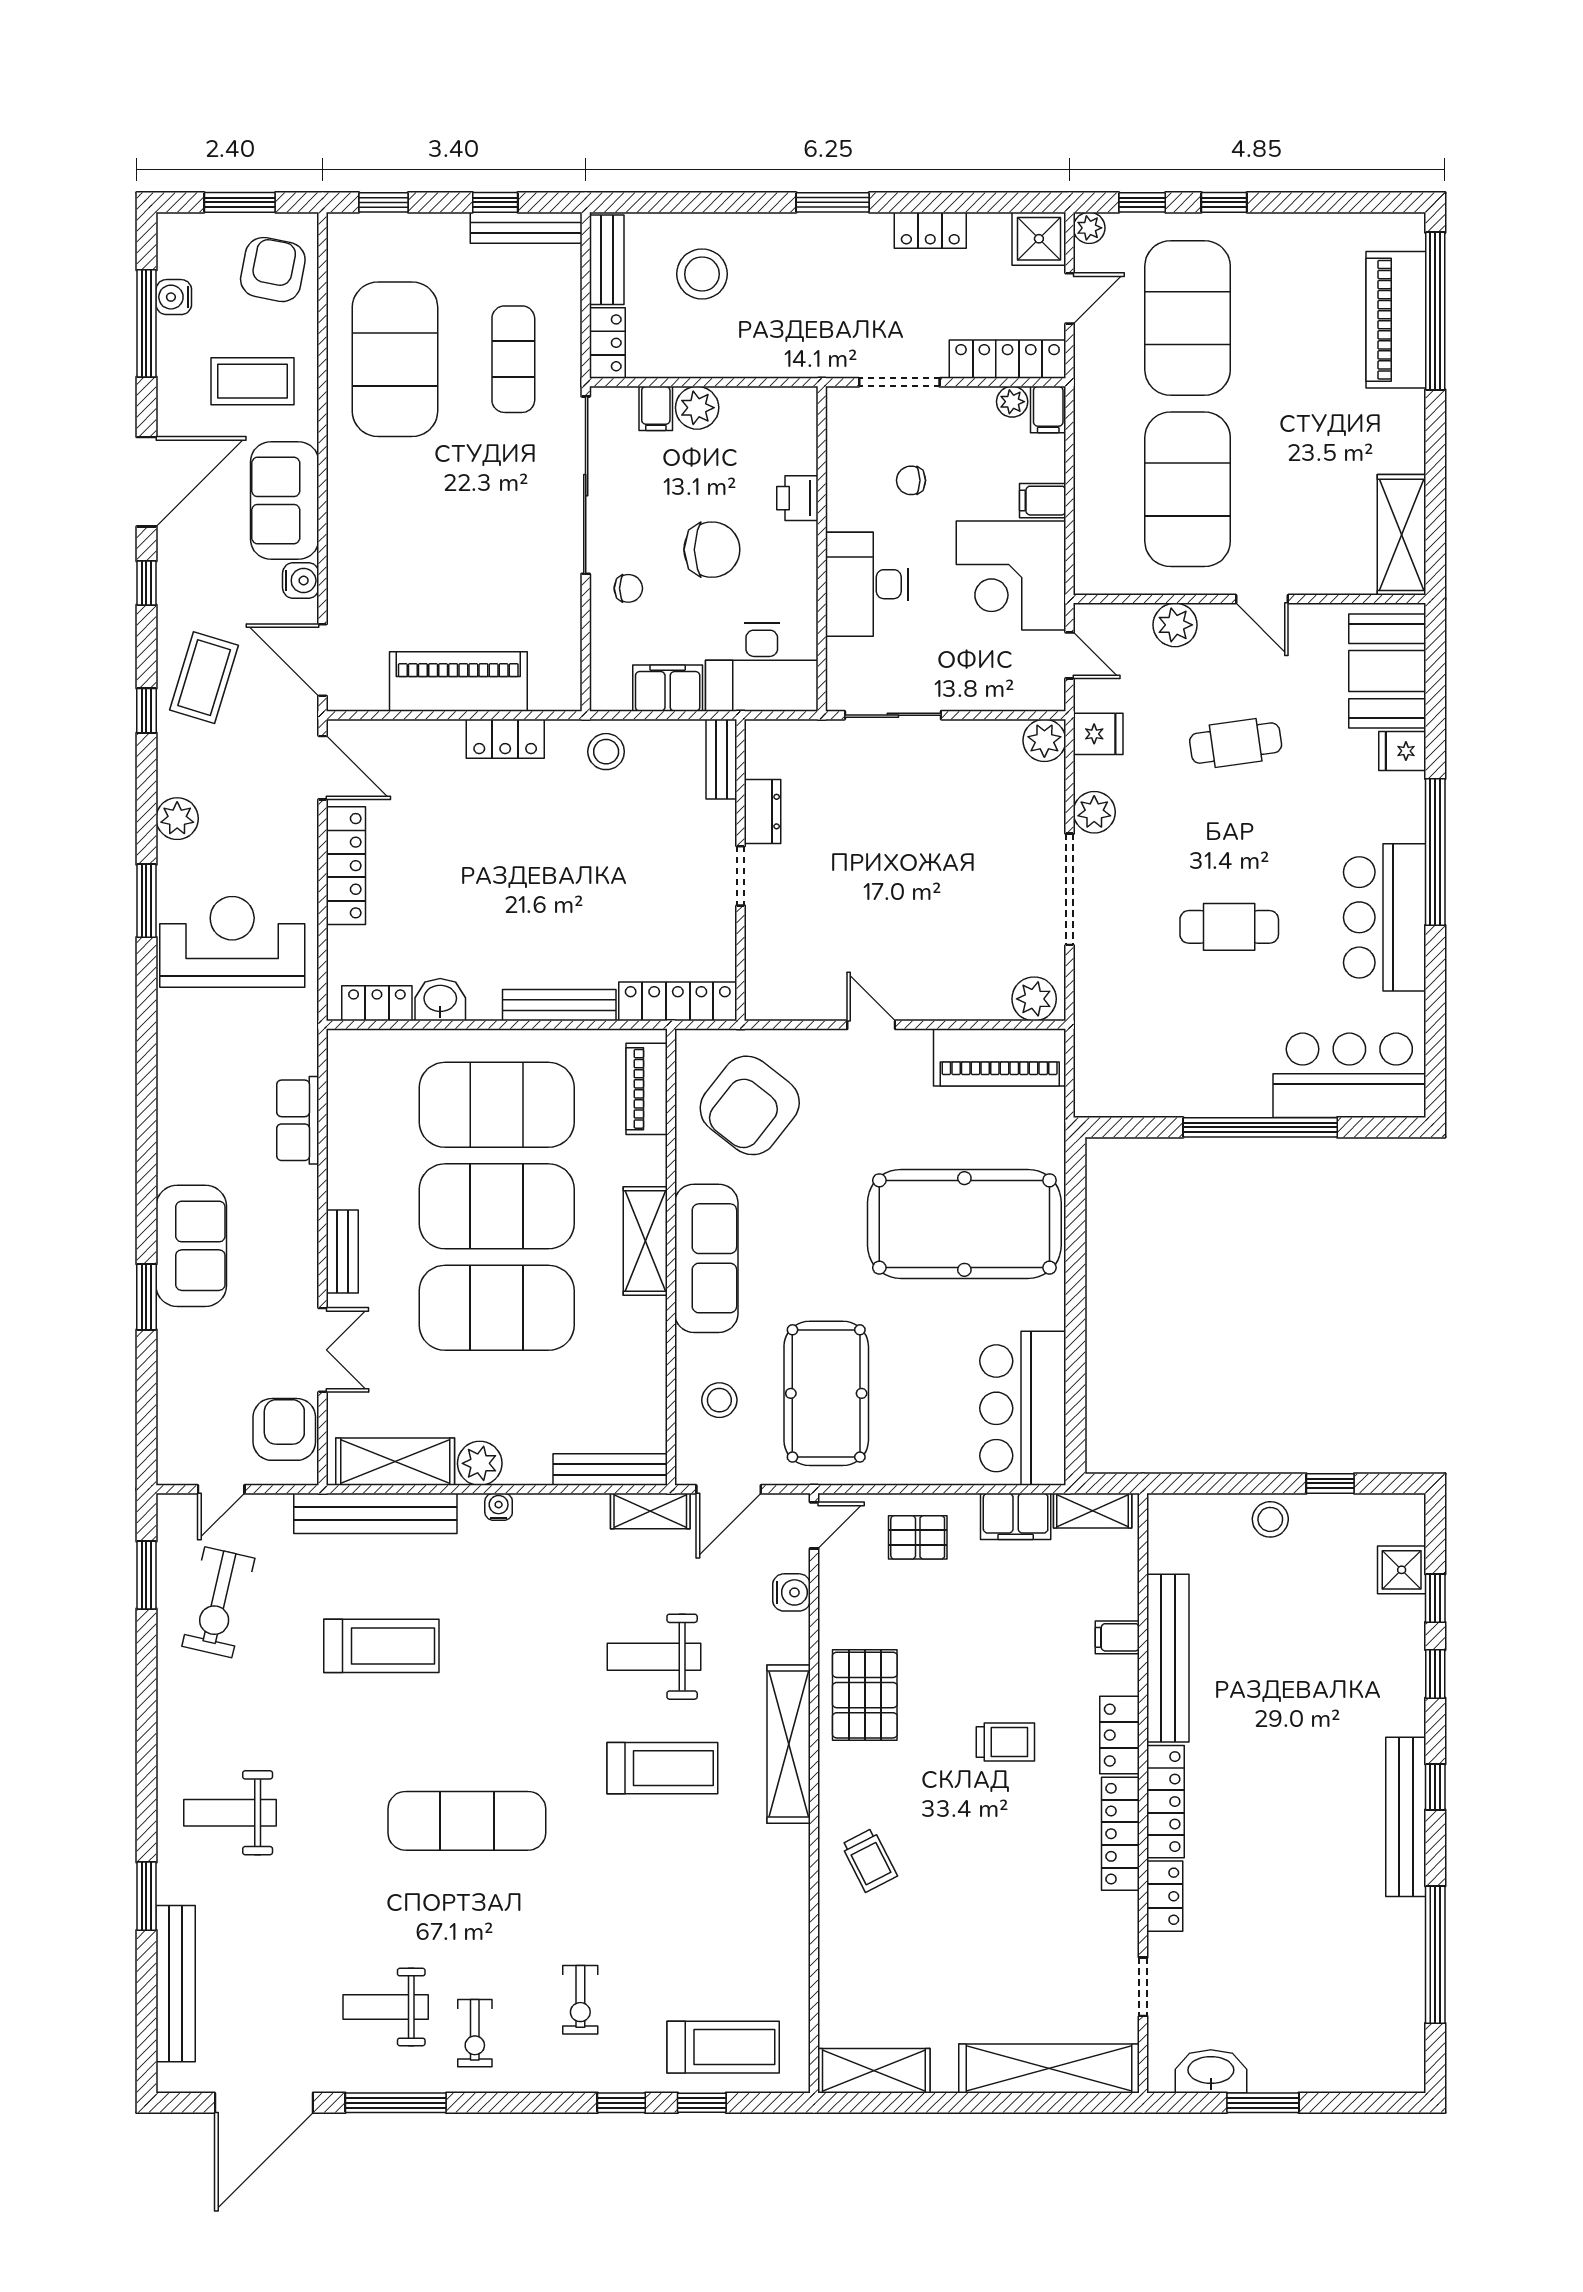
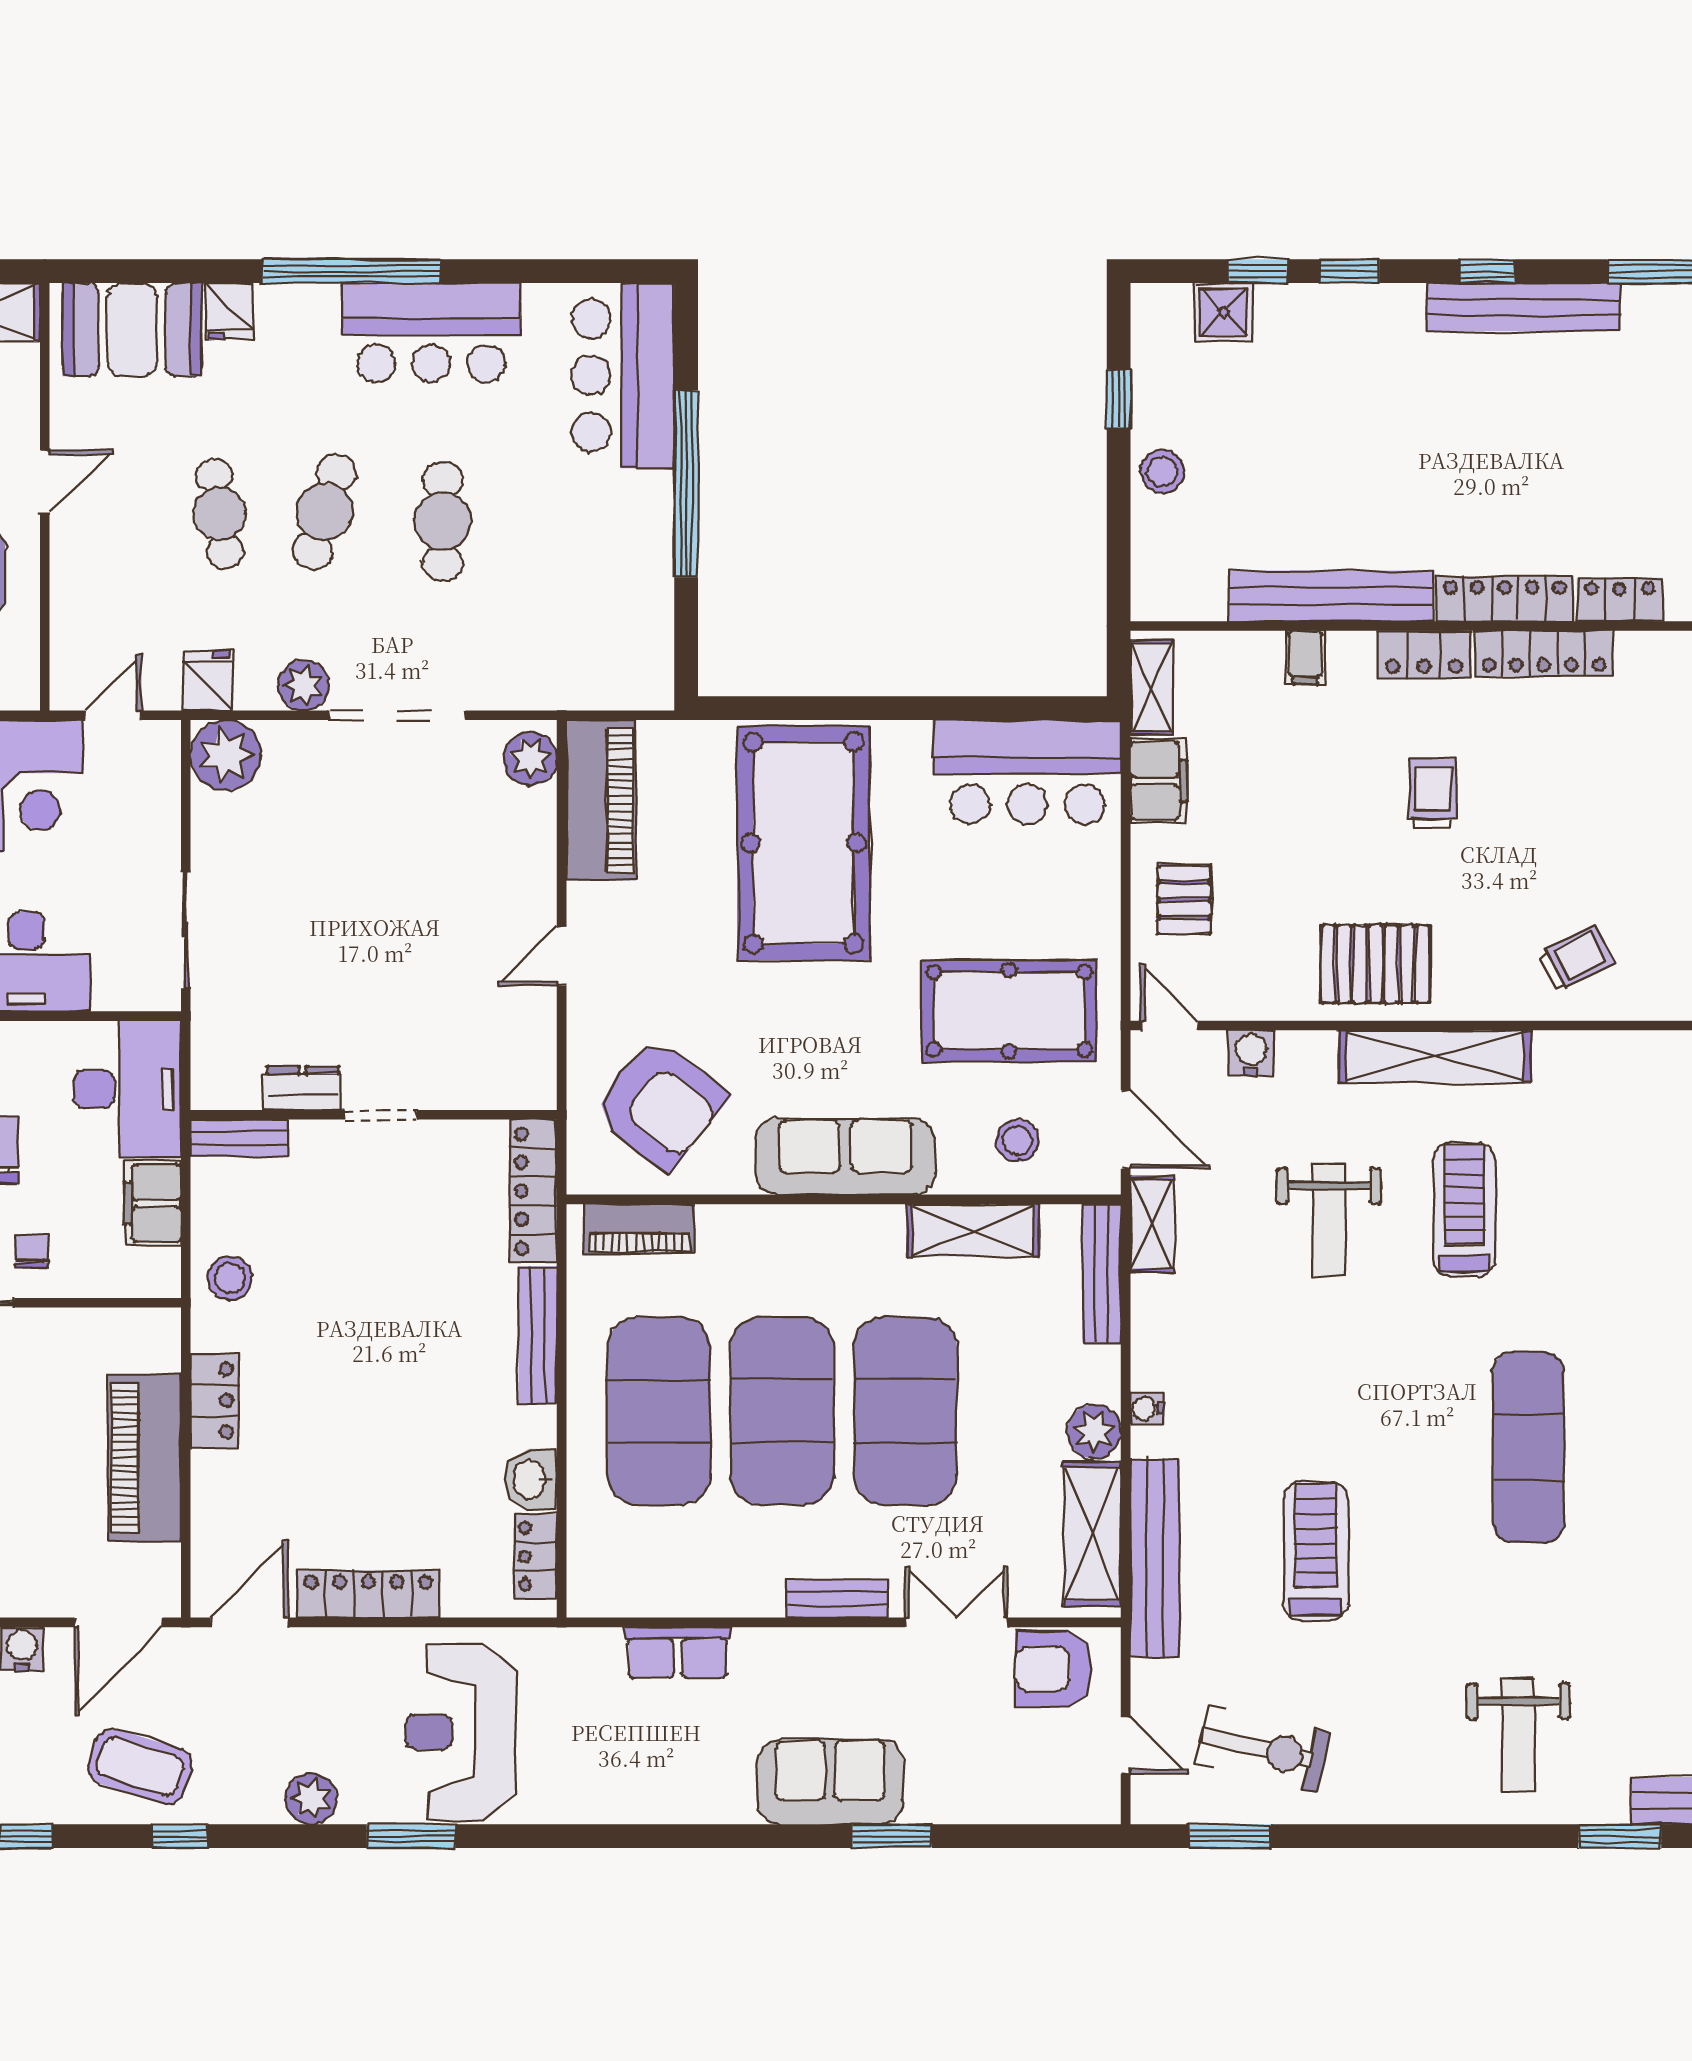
plant: (1175, 625) -> (76, 587), removed
plant: (1044, 740) -> (226, 755), width x1.36, depth x1.36
cafe table: (1237, 830) -> (325, 511), added
shelving: (645, 1241) -> (973, 1230), moved

